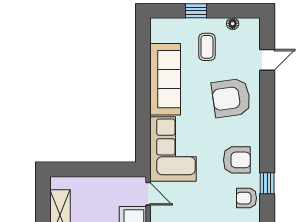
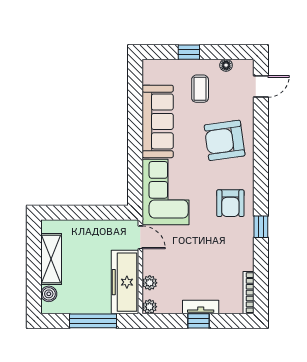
door: (267, 60) -> (261, 86), moved
armchair: (237, 160) -> (230, 203), turned 90
armchair: (246, 198) -> (240, 242), removed

